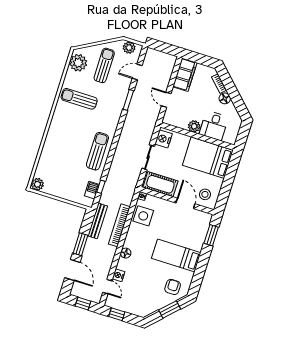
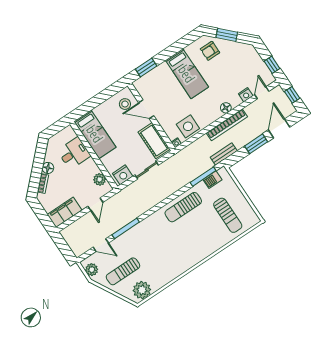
sun lounger: (79, 99) -> (228, 215), moved
window: (128, 100) -> (126, 228), width x1.44
plant: (194, 126) -> (100, 179), moved
bed: (208, 158) -> (95, 134), width x0.67
plant: (37, 184) -> (252, 219), removed
window: (101, 187) -> (203, 177), width x2.17
door: (185, 203) -> (146, 109), hinge flipped
bench: (98, 221) -> (224, 154), width x0.73
bookcase: (119, 225) -> (227, 125), moved

